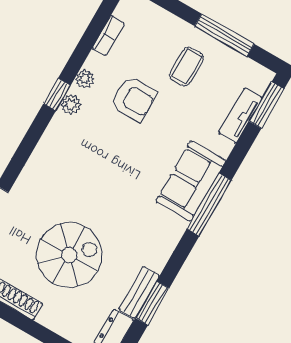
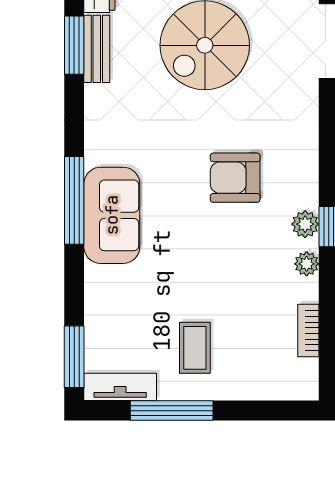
armchair: (134, 99) -> (235, 178), moved
tv unit: (240, 116) -> (120, 387), moved, turned -90

